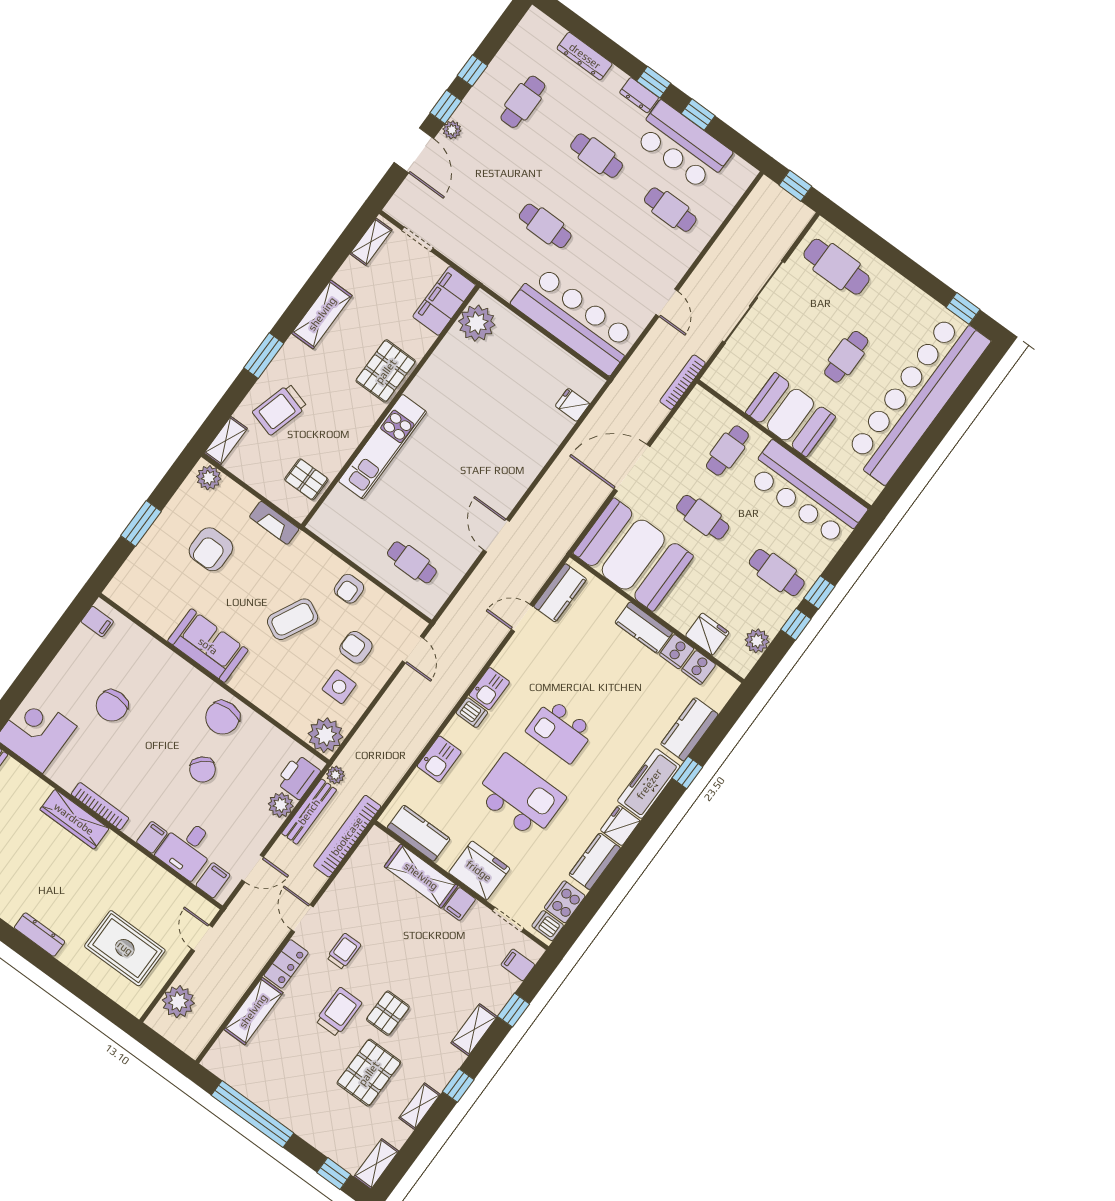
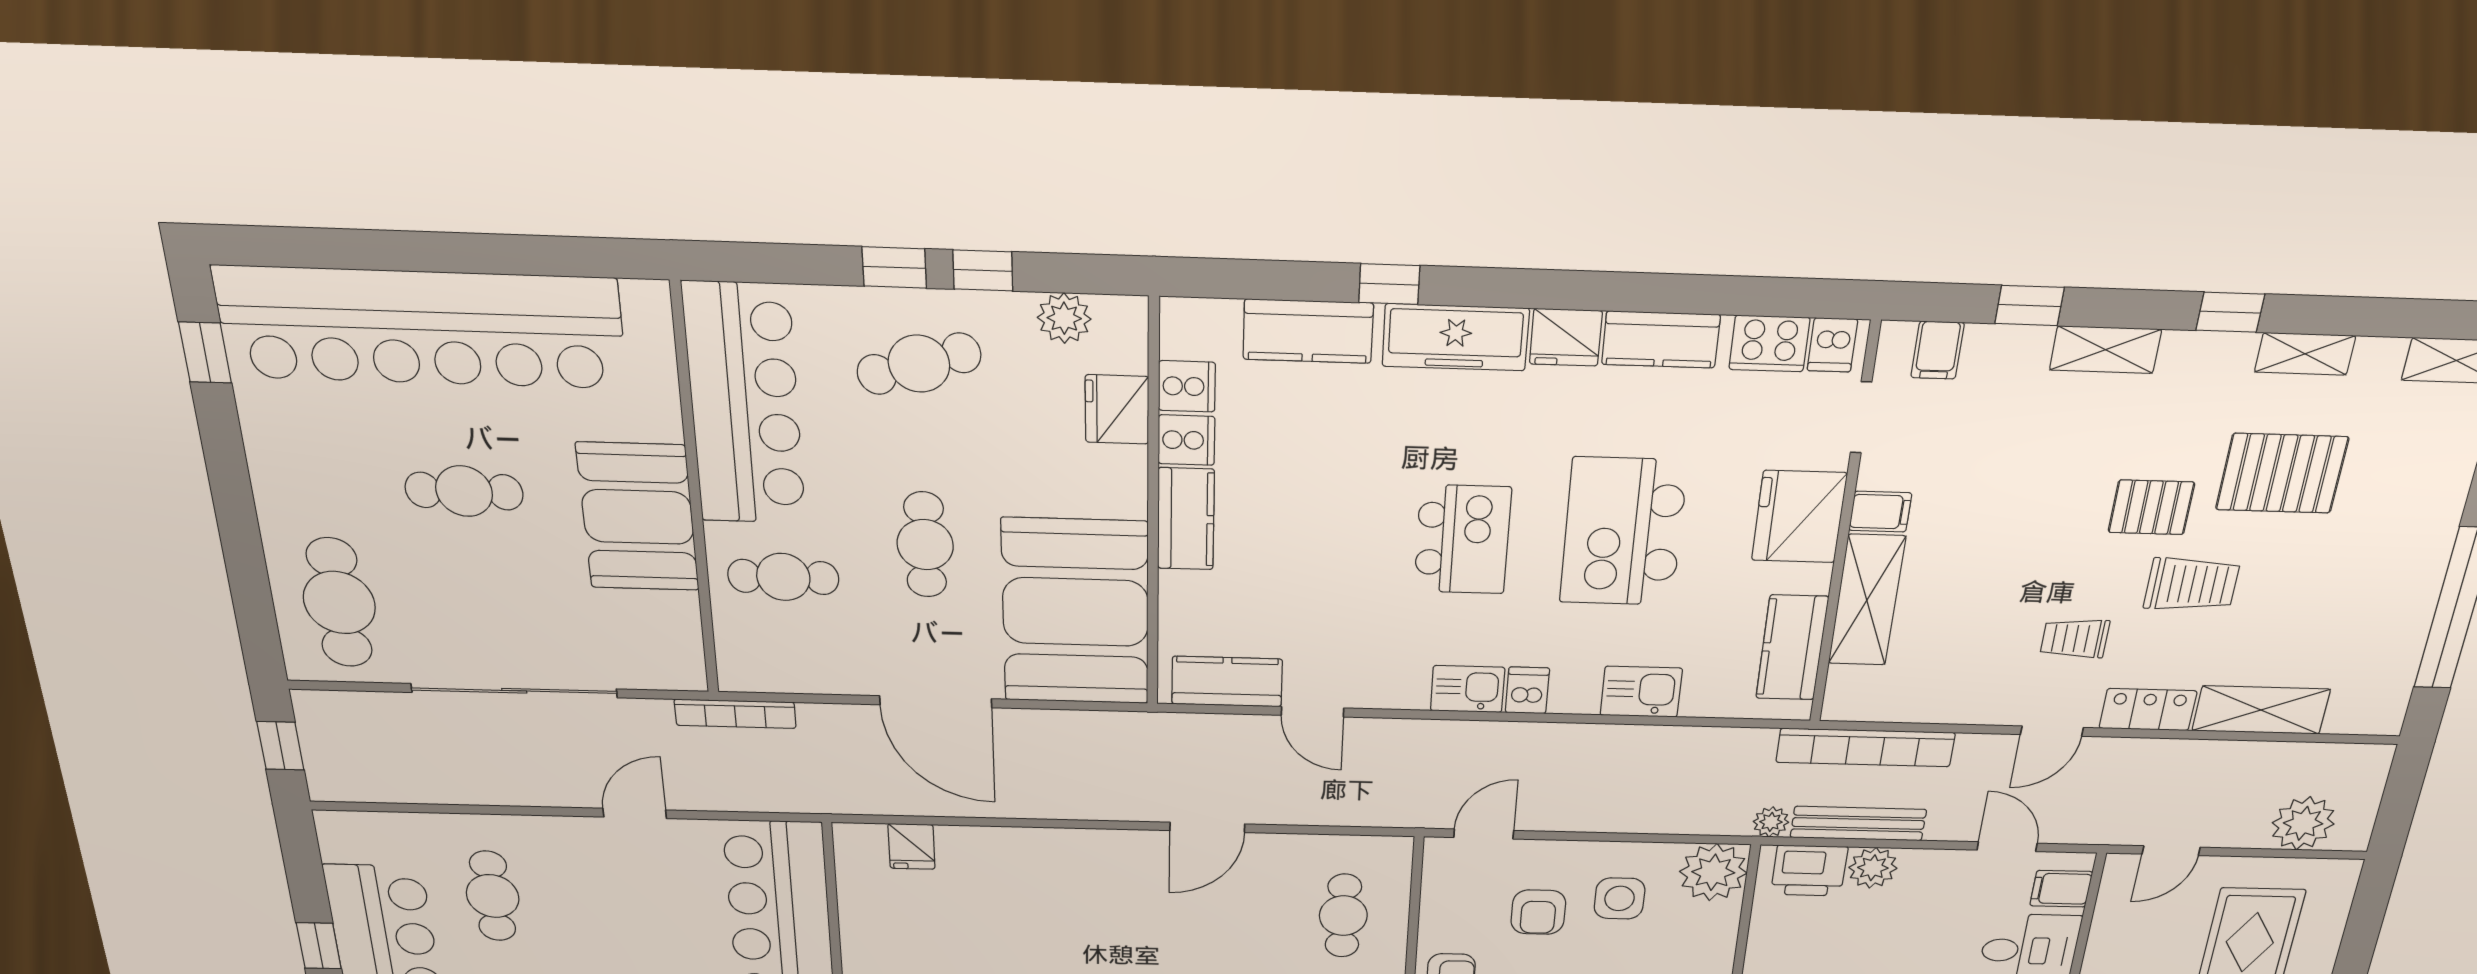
cafe table: (777, 573) -> (919, 364), turned 73
trolley: (339, 1012) -> (2192, 584), turned 180

